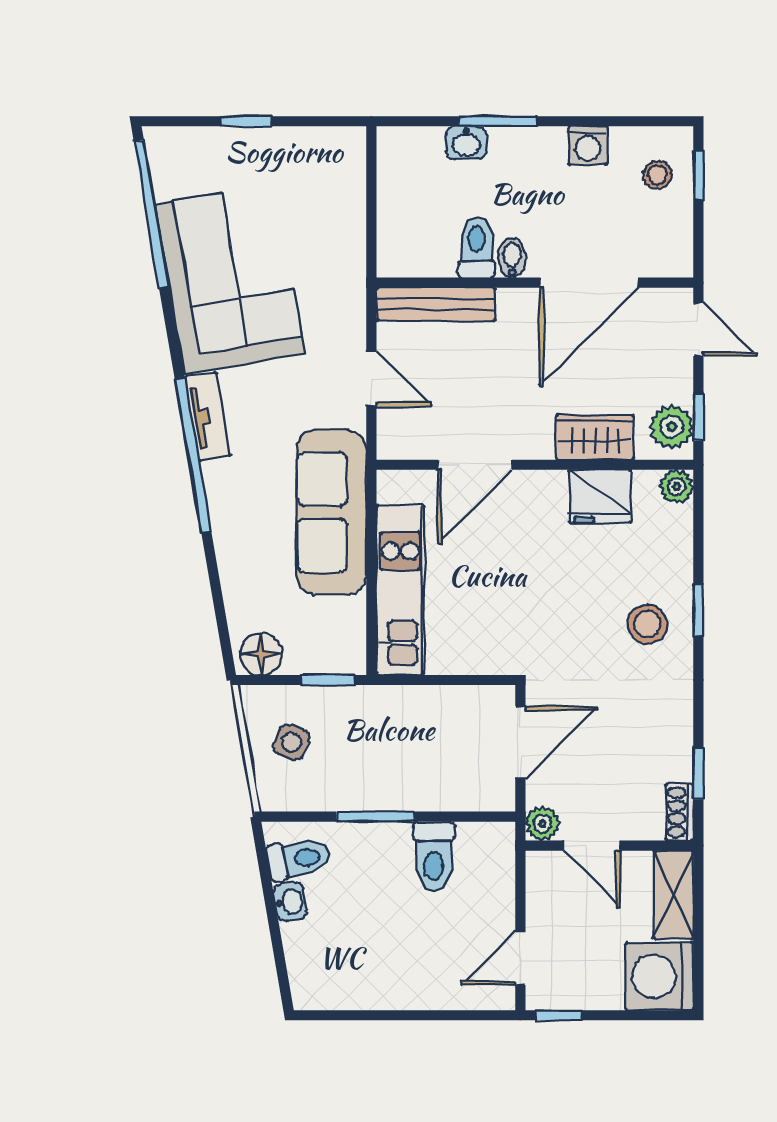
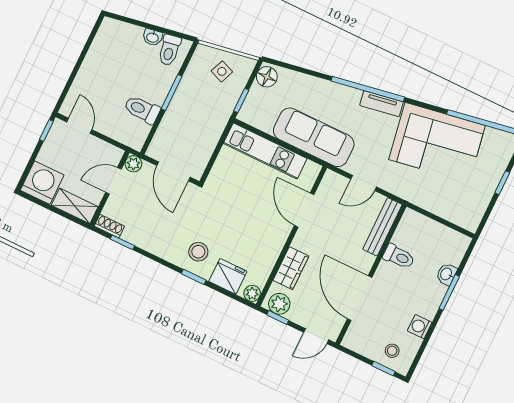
bidet: (512, 258) -> (387, 270), removed
fridge: (600, 496) -> (228, 276), moved, turned 90

